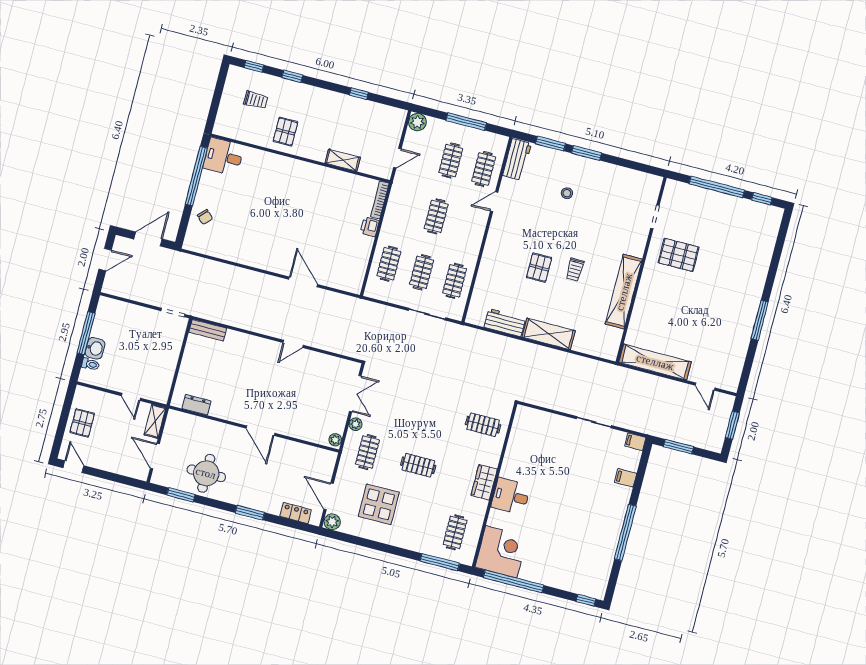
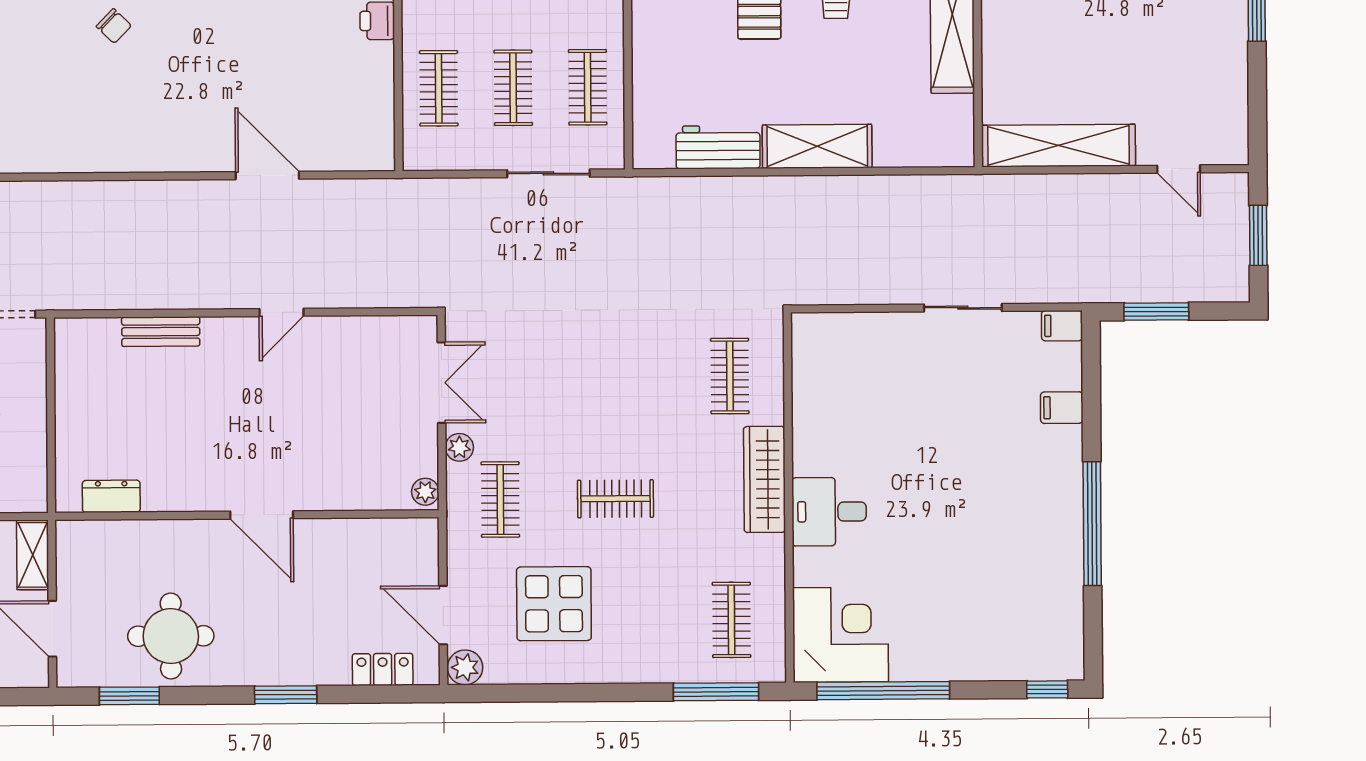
chair: (205, 217) -> (114, 26), moved
bench: (208, 330) -> (161, 332), moved
clothes rail: (483, 425) -> (730, 376), turned 90
wardrobe: (484, 482) -> (764, 479), width x1.50

